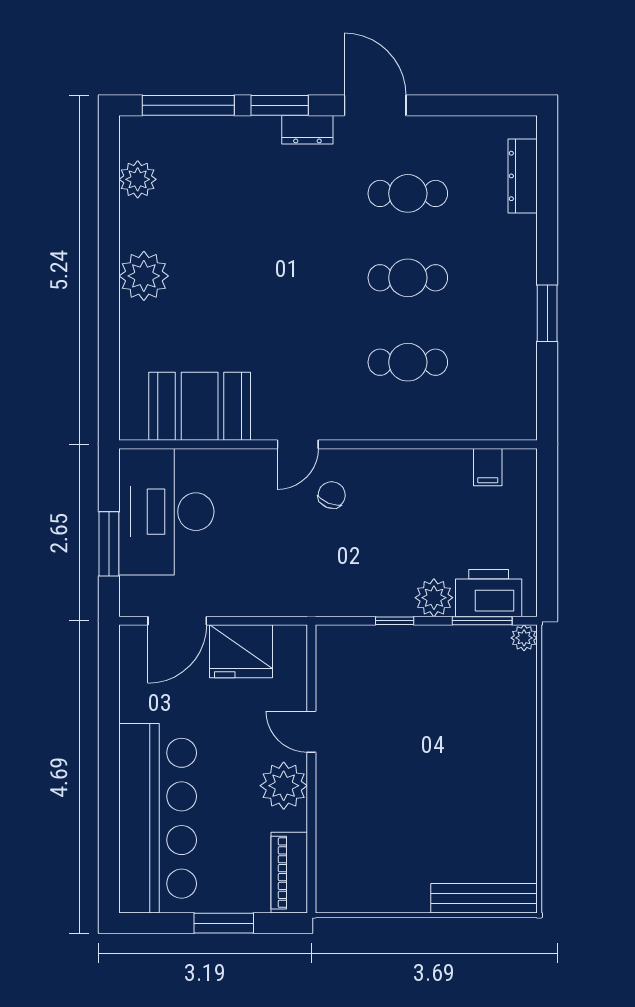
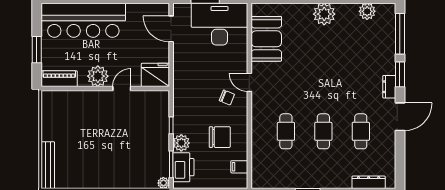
chair: (421, 511) -> (220, 137), added
fridge: (241, 651) -> (155, 75), moved, turned 90

